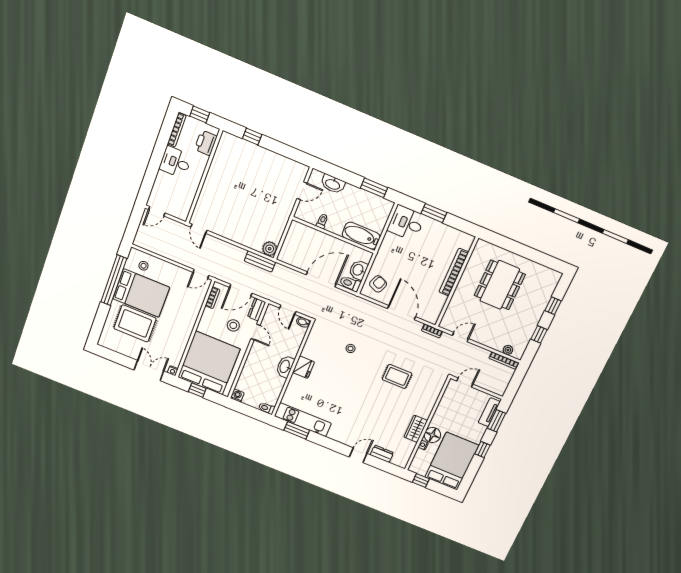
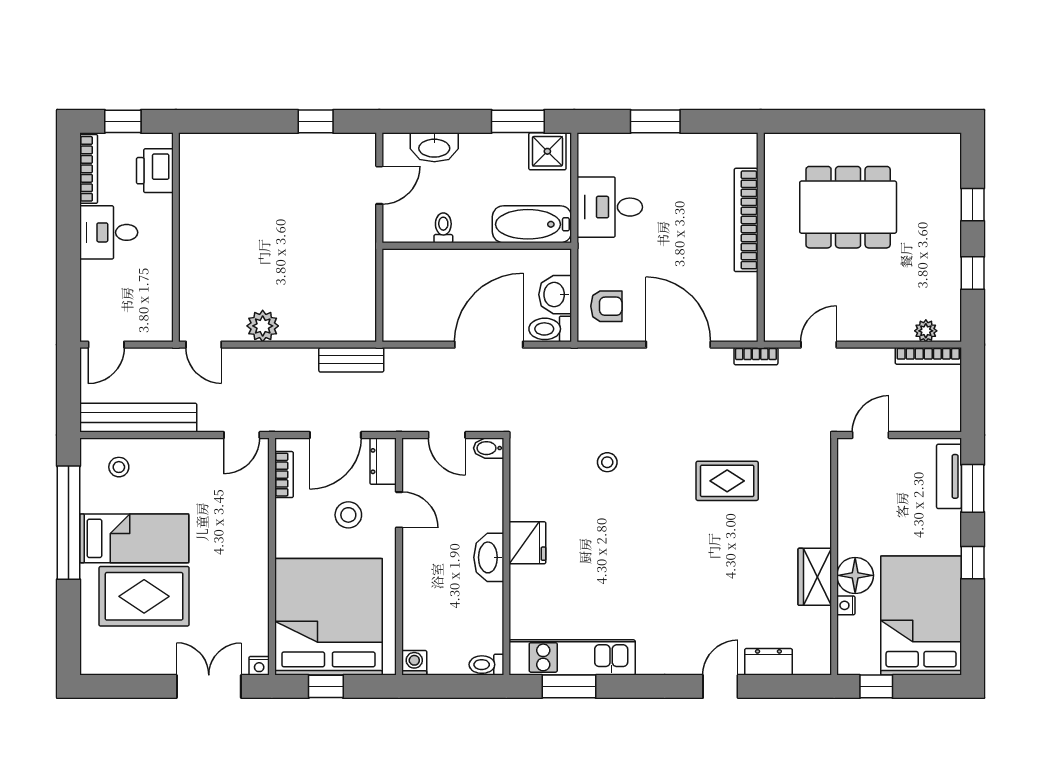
window: (252, 136) -> (316, 121), moved
shower: (381, 207) -> (547, 151), added
desk: (406, 223) -> (610, 207), moved
bench: (159, 248) -> (138, 418), added
plant: (270, 249) -> (263, 326), moved
armchair: (378, 284) -> (606, 306), turned 68
dining table: (500, 285) -> (848, 207), turned 90
bed: (141, 293) -> (134, 538), width x0.67

